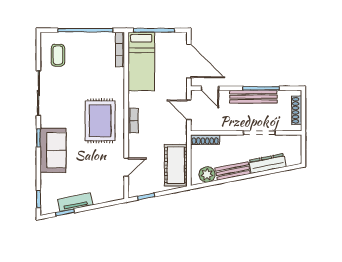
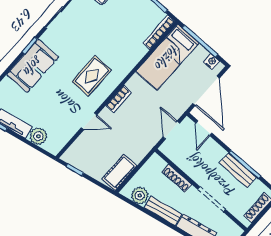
nightstand: (175, 37) -> (212, 62), added
bench: (253, 97) -> (238, 170), width x0.73
rug: (100, 121) -> (92, 76), width x0.73, depth x0.70
shoe rack: (205, 140) -> (177, 178), moved
cot: (176, 165) -> (119, 172), width x0.73, depth x0.75
door: (126, 167) -> (89, 121), moved
plant: (100, 196) -> (38, 136), added

